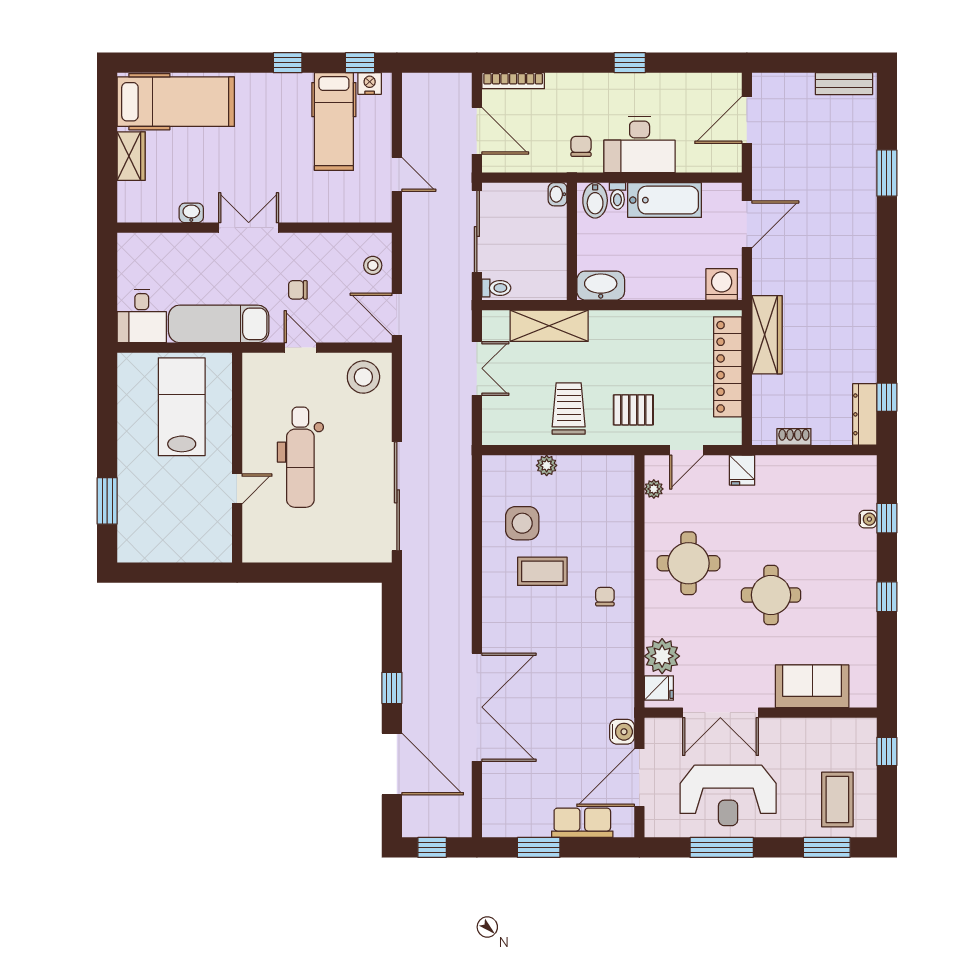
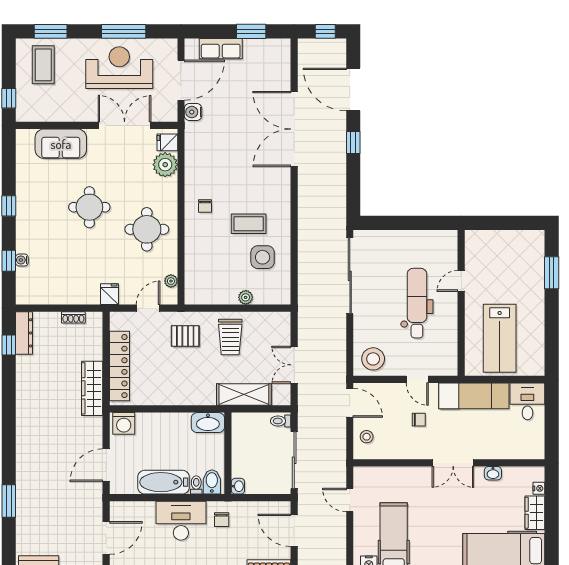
nightstand: (125, 191) -> (539, 488), added

